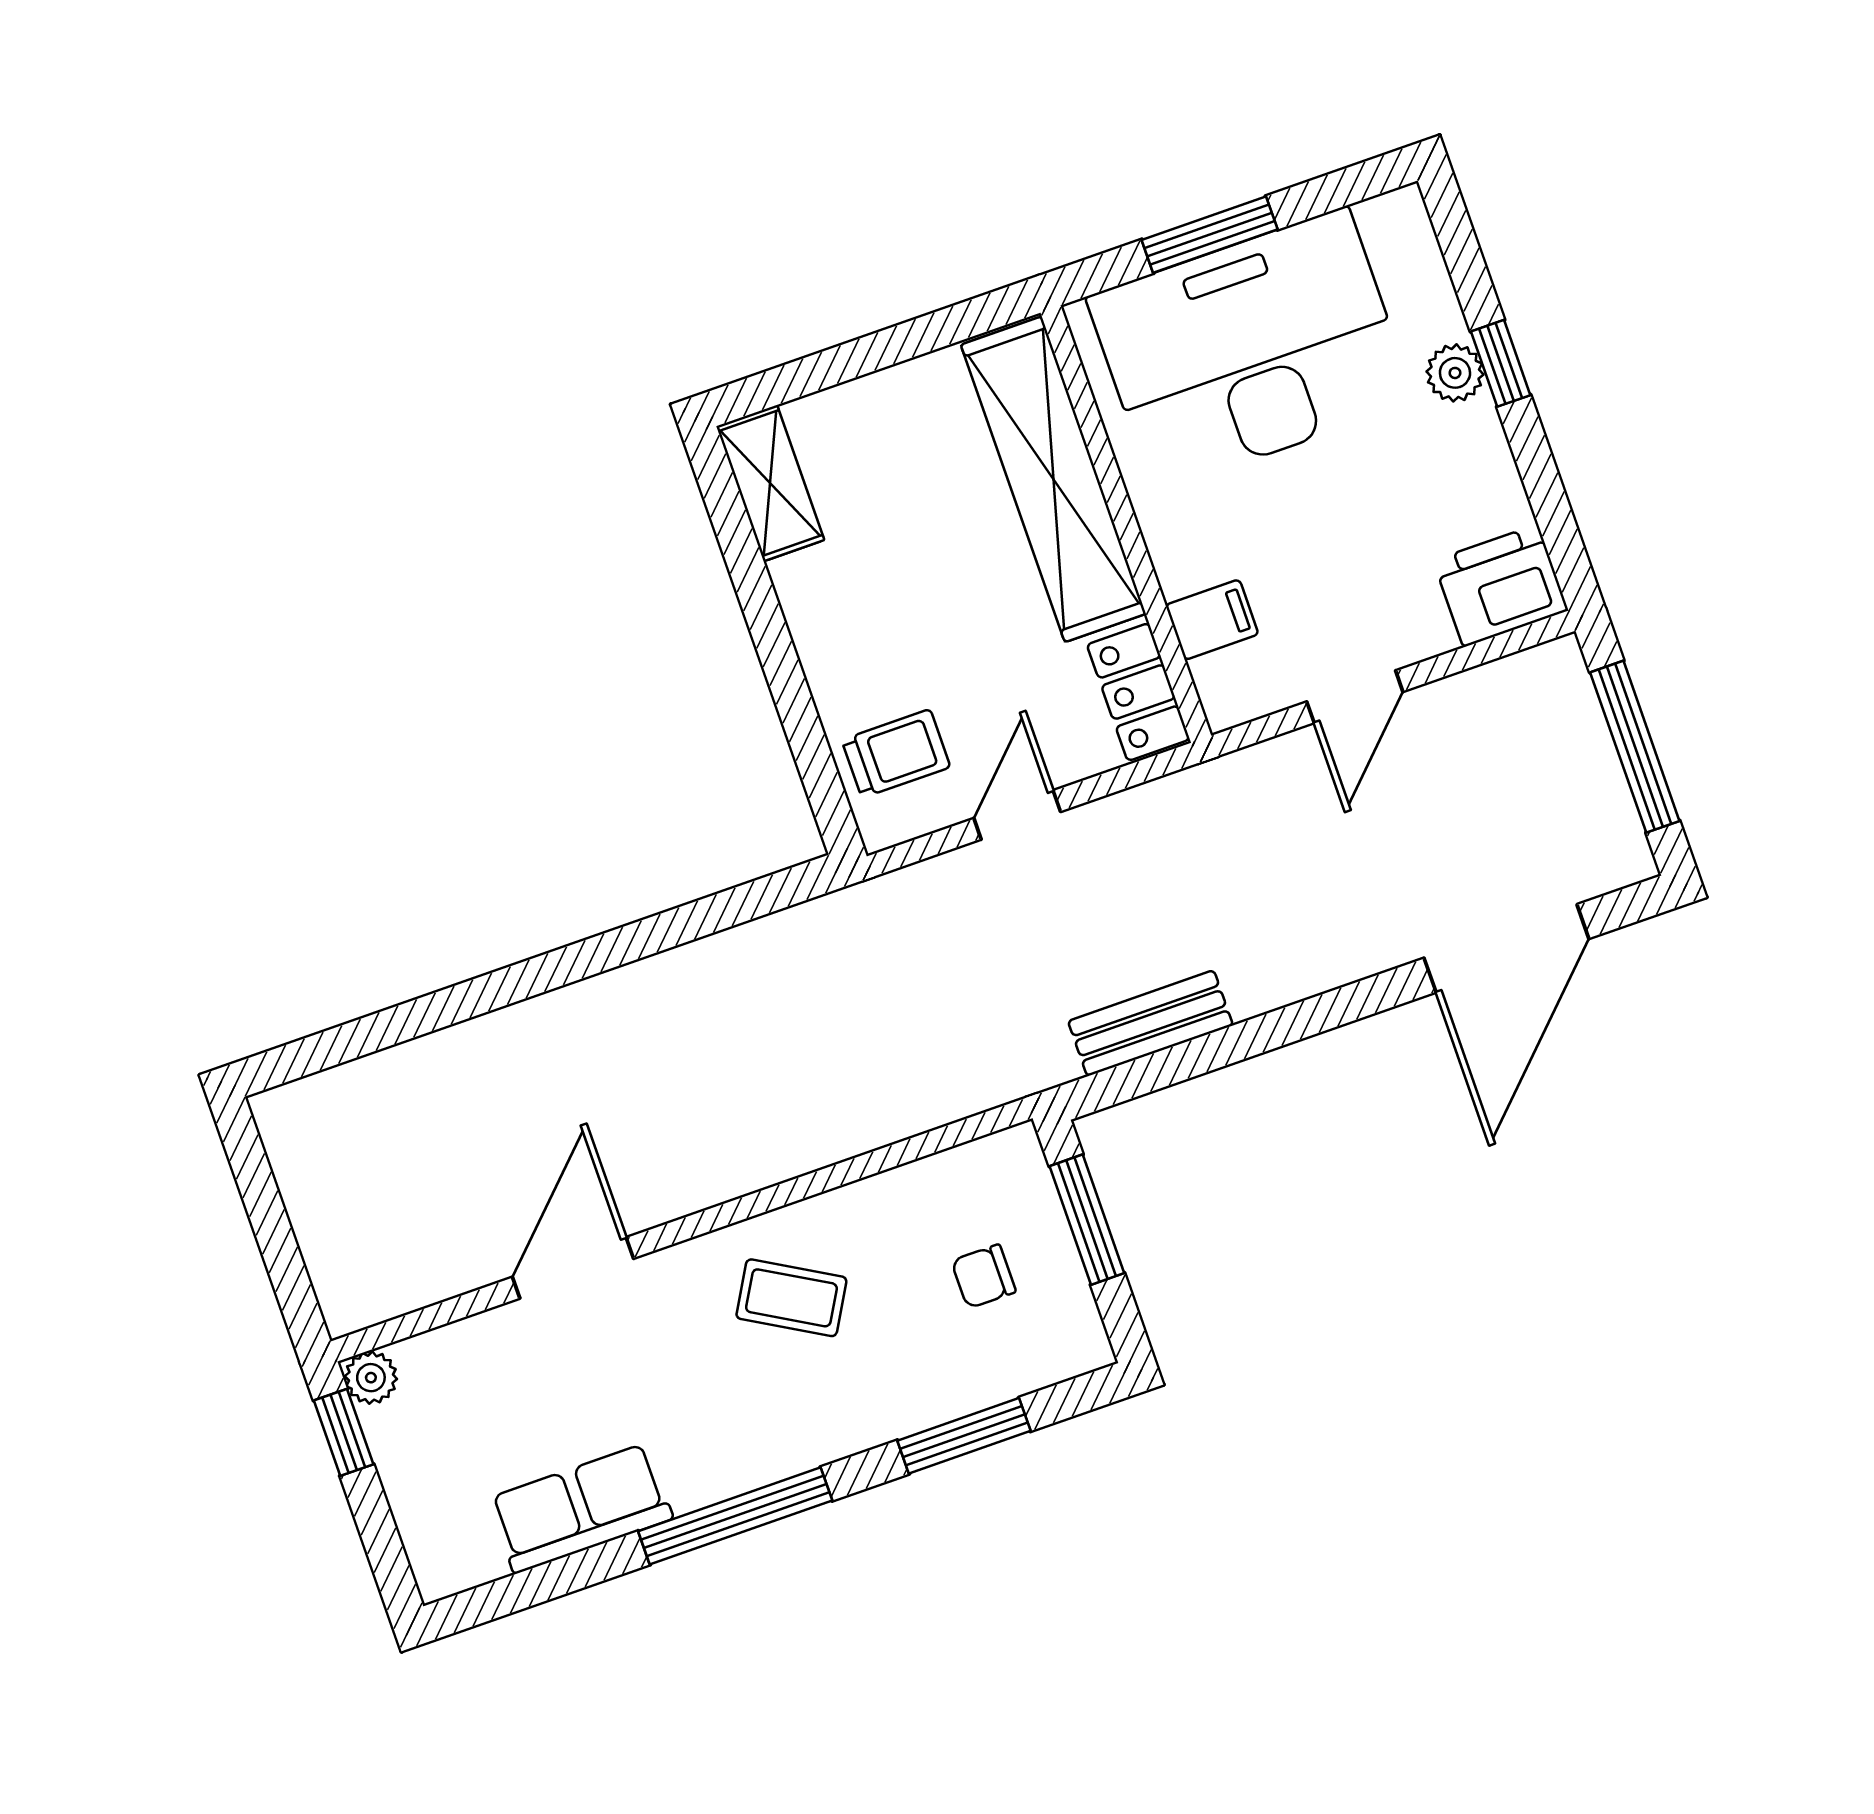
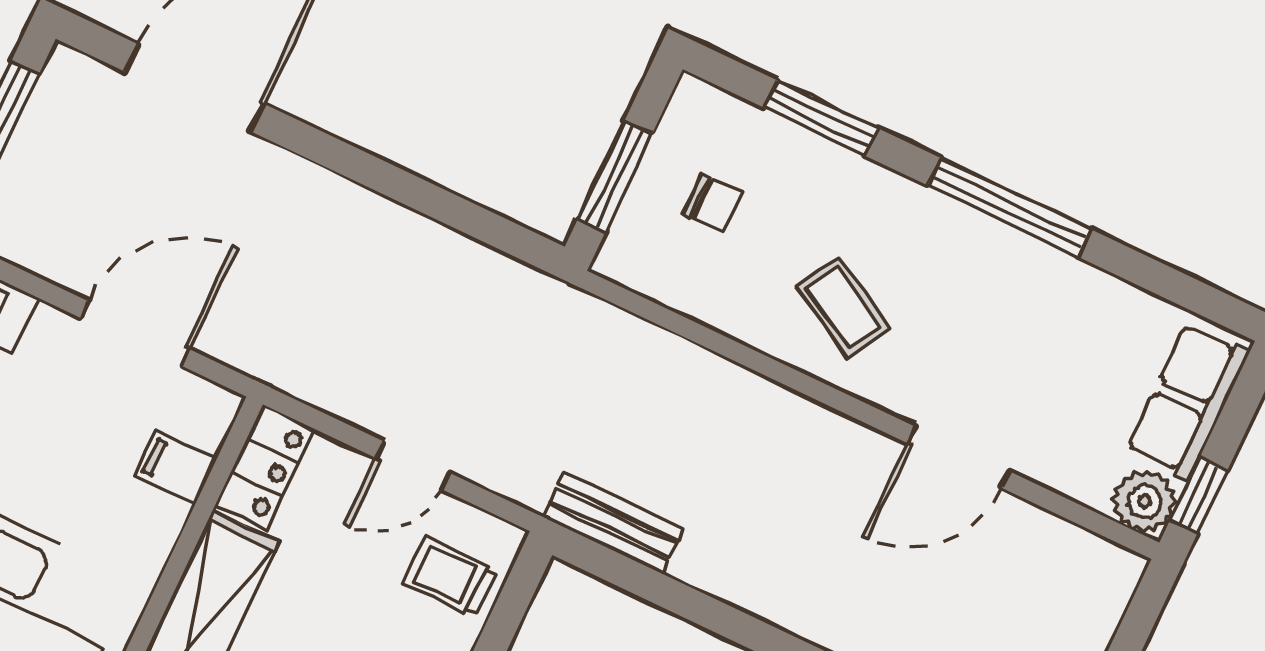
door: (1355, 697) -> (135, 333), width x1.38
bench: (1151, 1023) -> (613, 522), moved
plant: (371, 1378) -> (1145, 501), width x1.38, depth x1.38
row of seats: (581, 1508) -> (1188, 401), moved, turned 90

